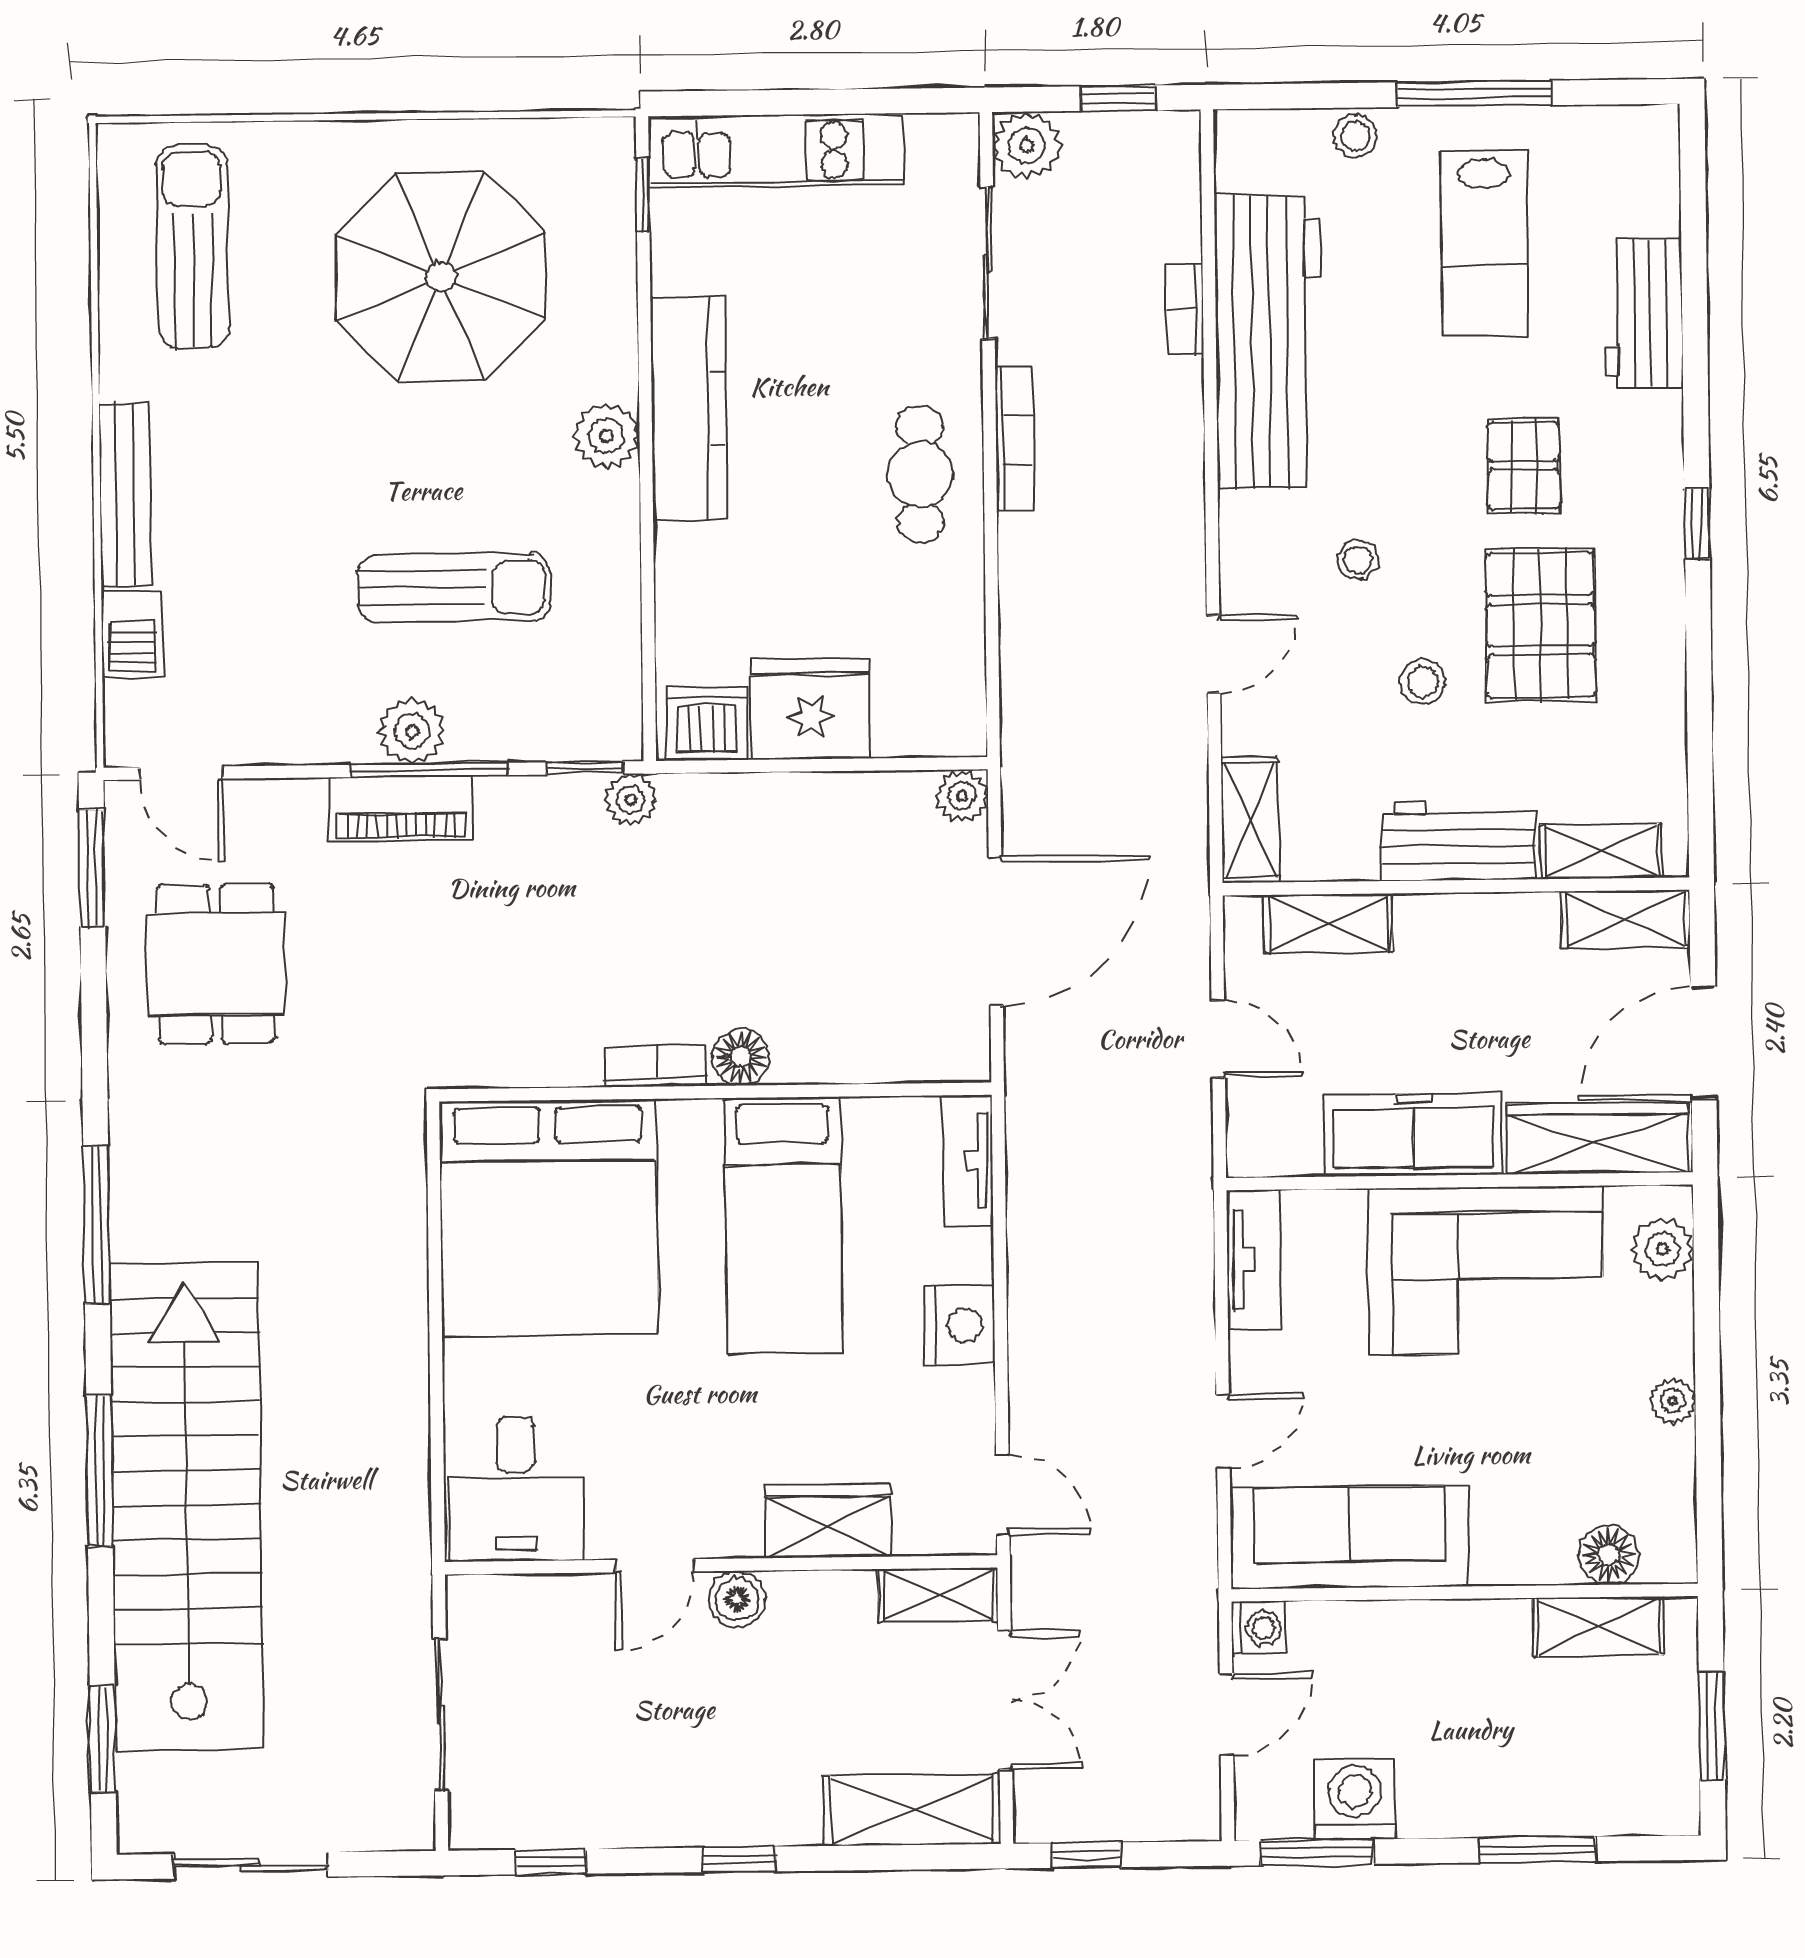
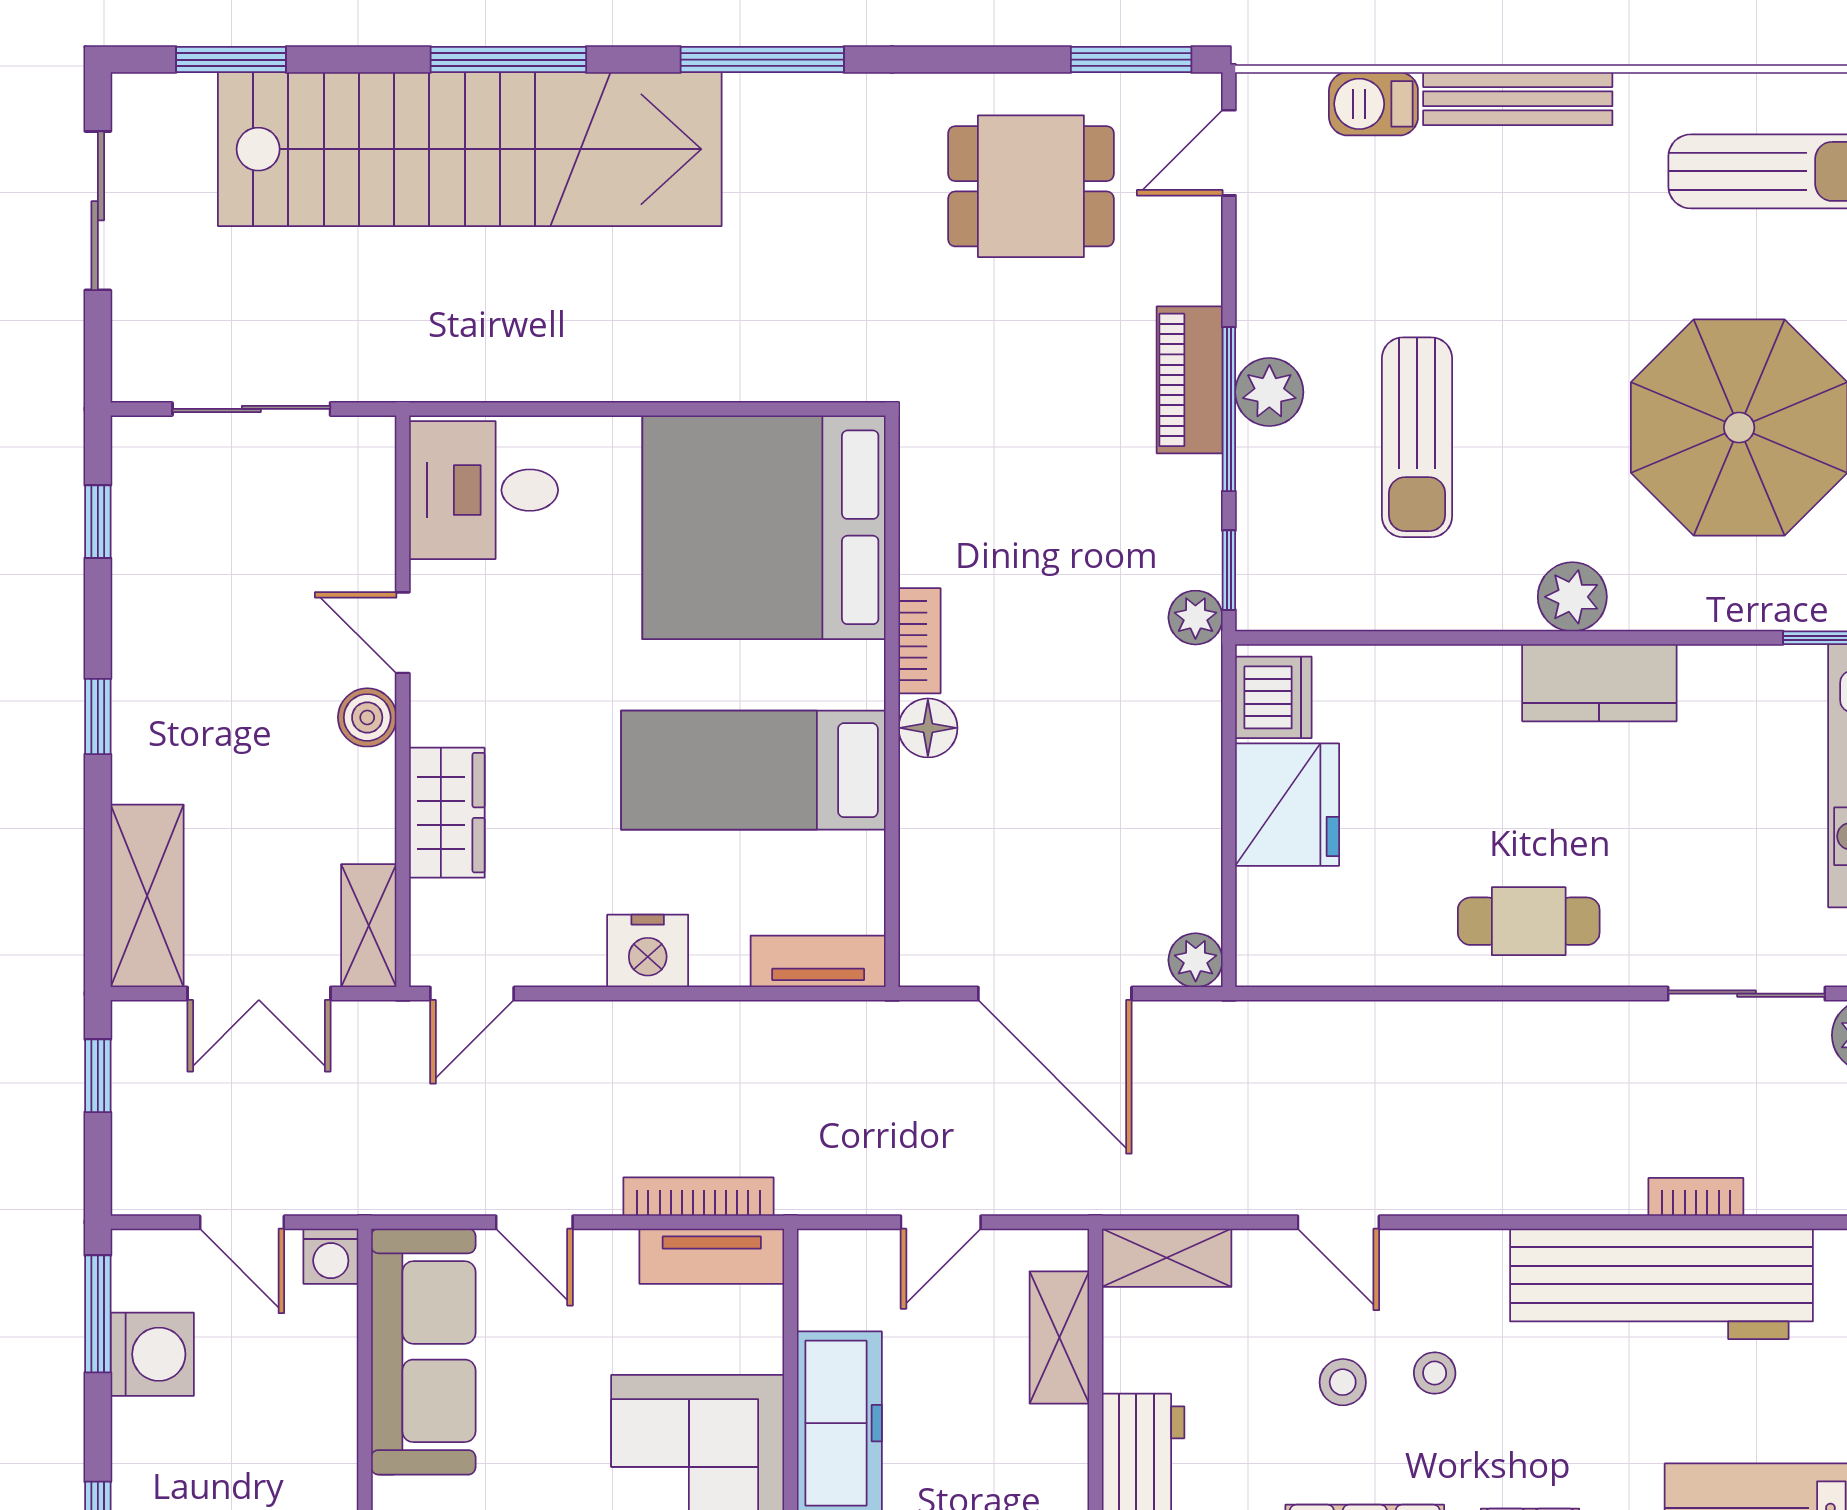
kitchen counter: (689, 409) -> (1599, 683), width x0.67
bookcase: (1015, 439) -> (698, 1197), moved, turned 180
stool: (1423, 682) -> (1343, 1382), moved

